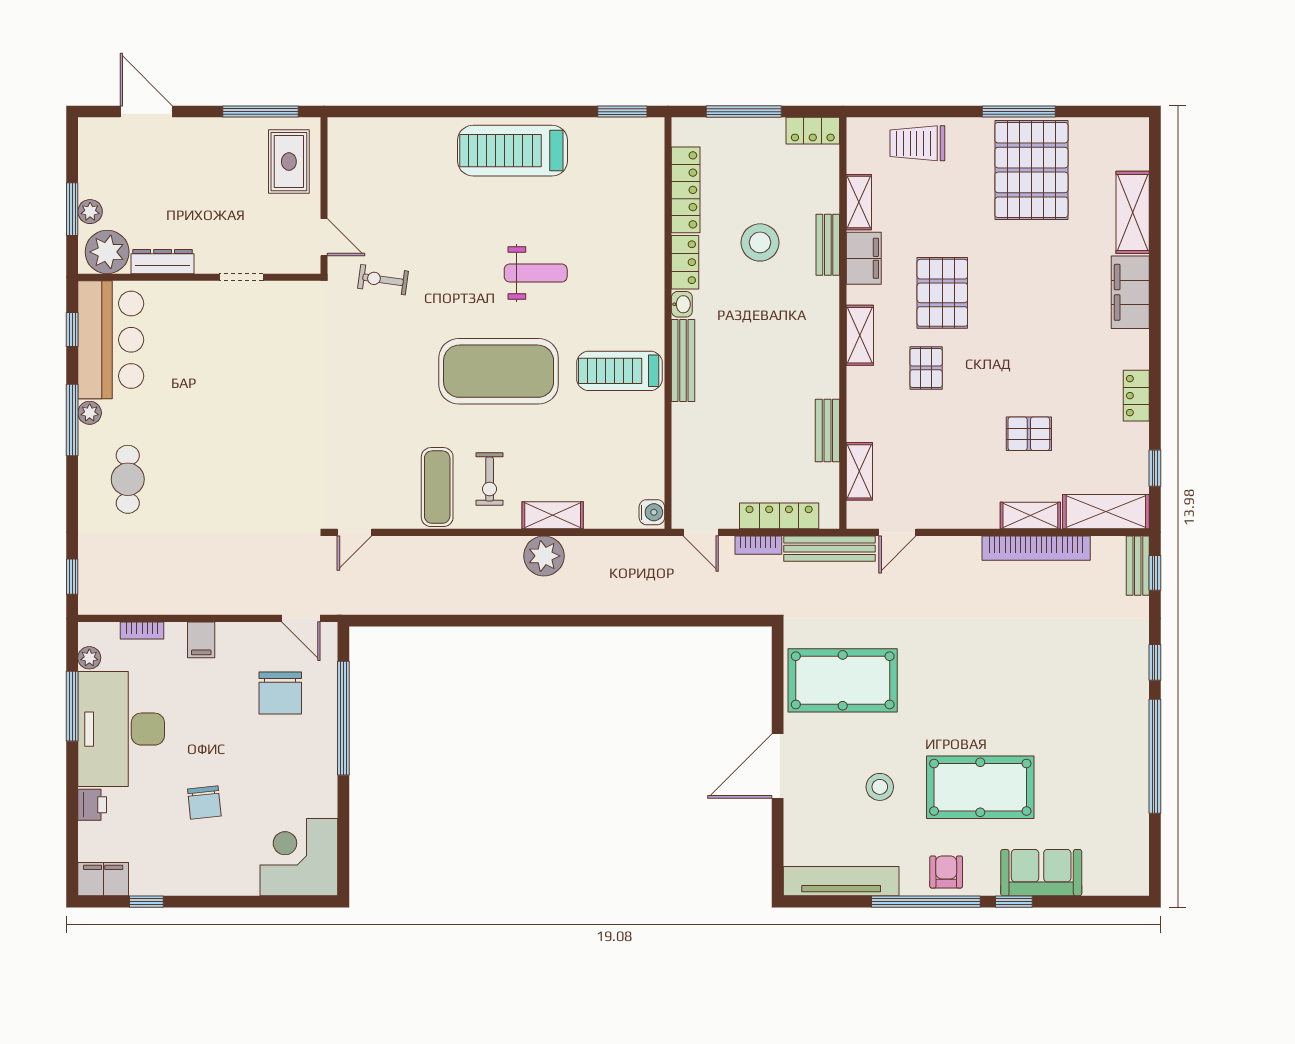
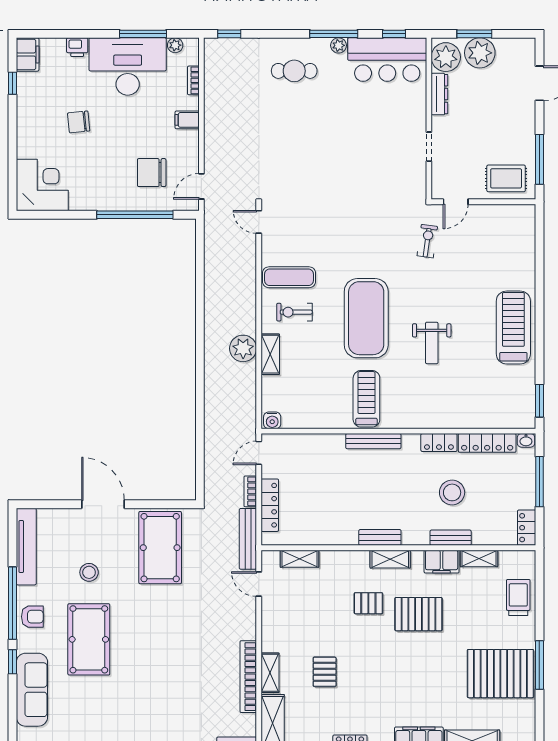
plant: (90, 212) -> (480, 53), width x1.88, depth x1.88
washbasin: (682, 304) -> (526, 440), moved
bench: (827, 431) -> (380, 537), moved
sofa: (1041, 873) -> (32, 690), width x1.36

